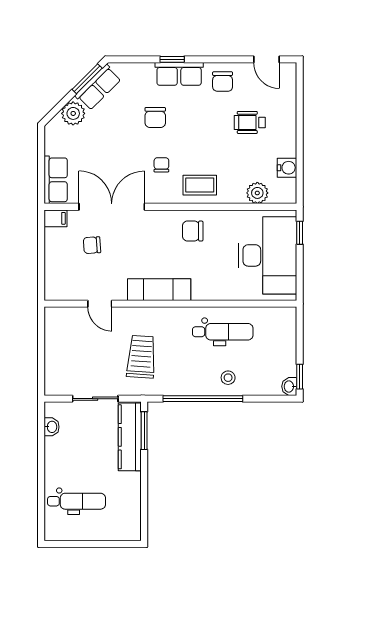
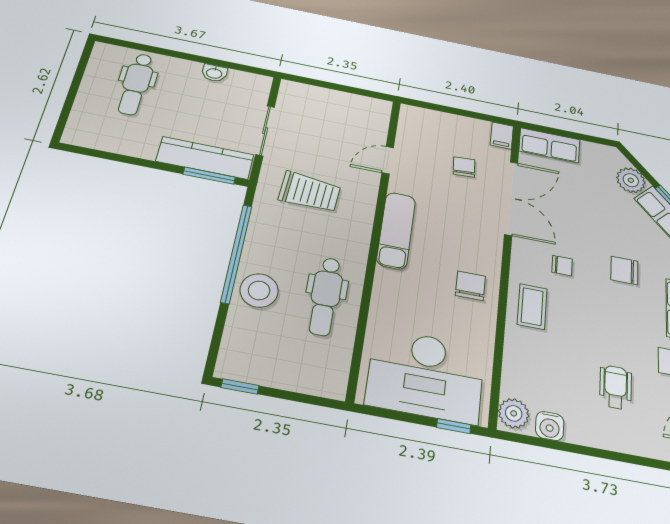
plant: (257, 193) -> (514, 413), moved
stool: (228, 378) -> (259, 290), width x1.89, depth x1.89
washbasin: (289, 386) -> (228, 369), removed
washbasin: (52, 427) -> (214, 73), moved

